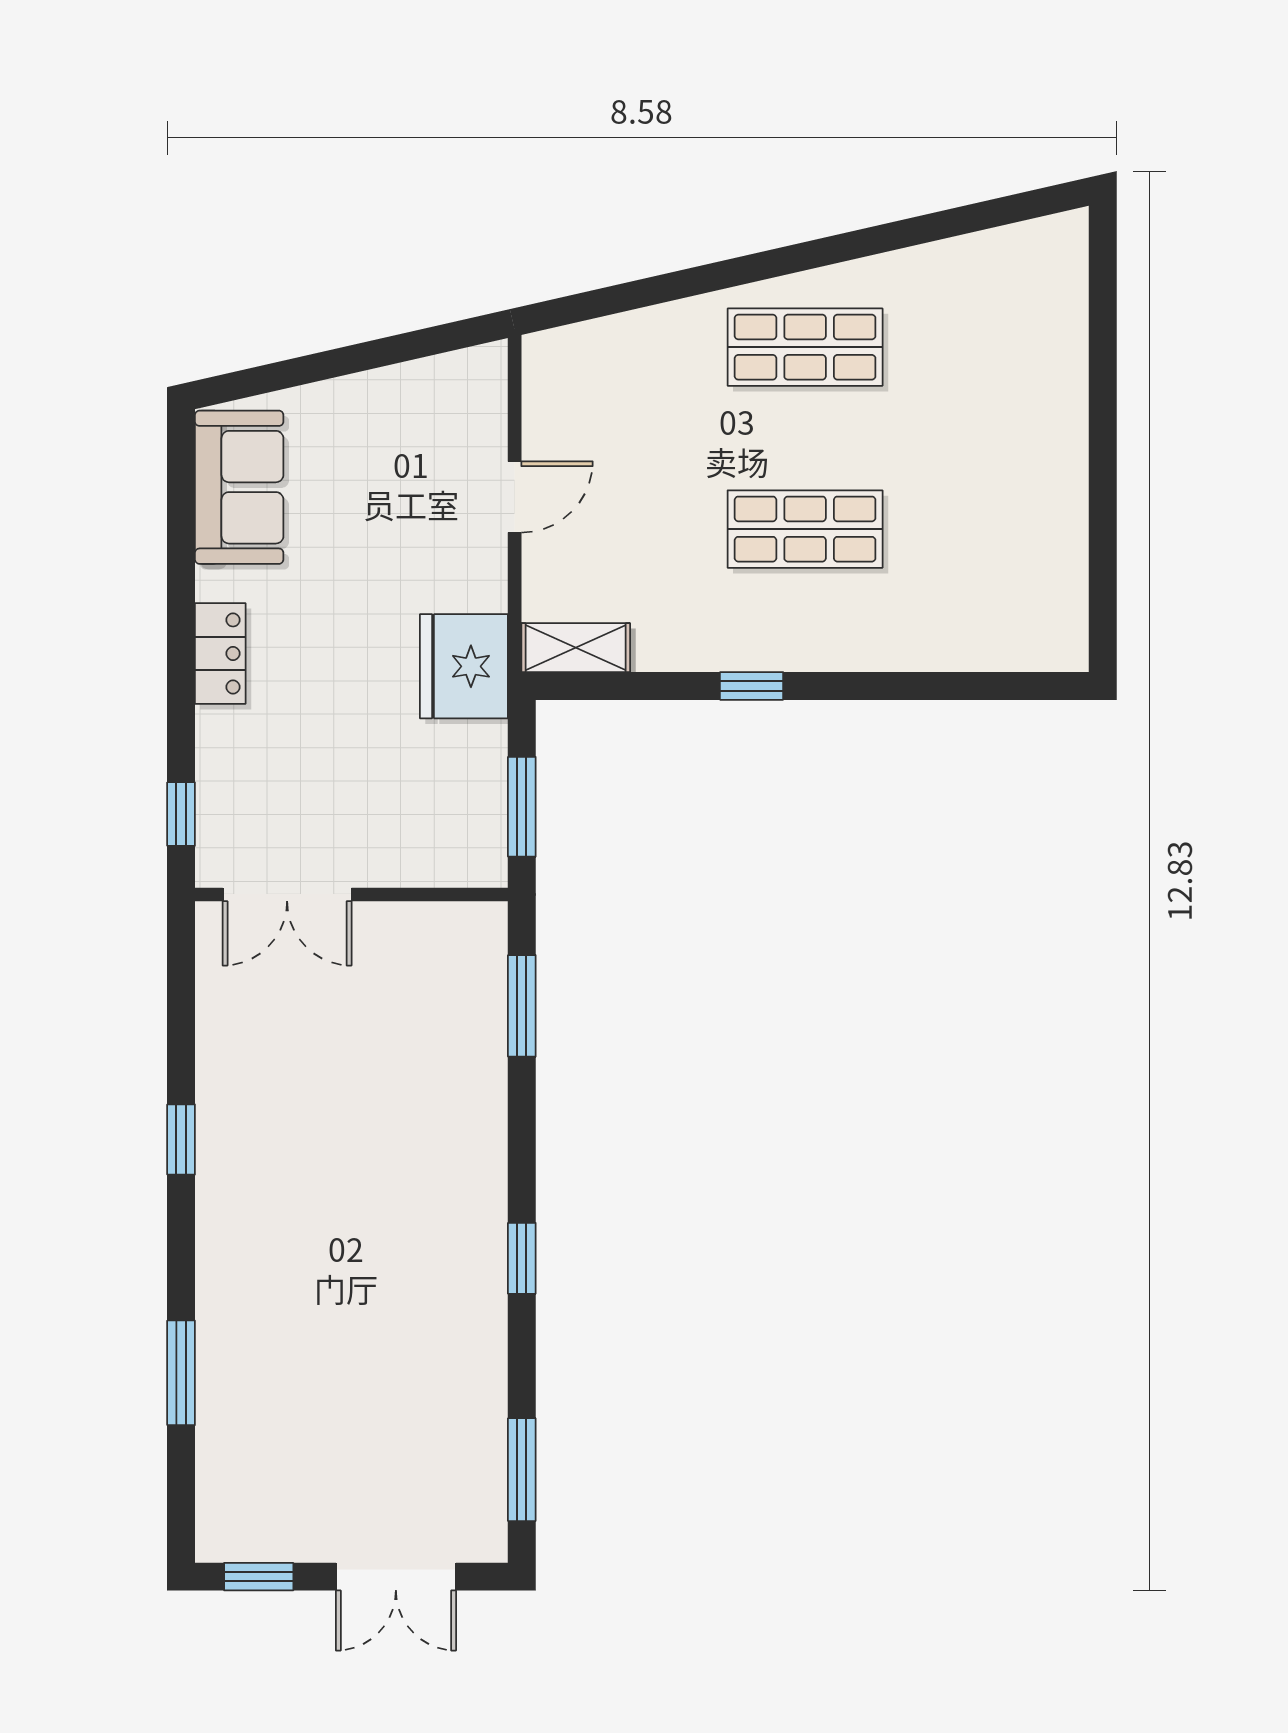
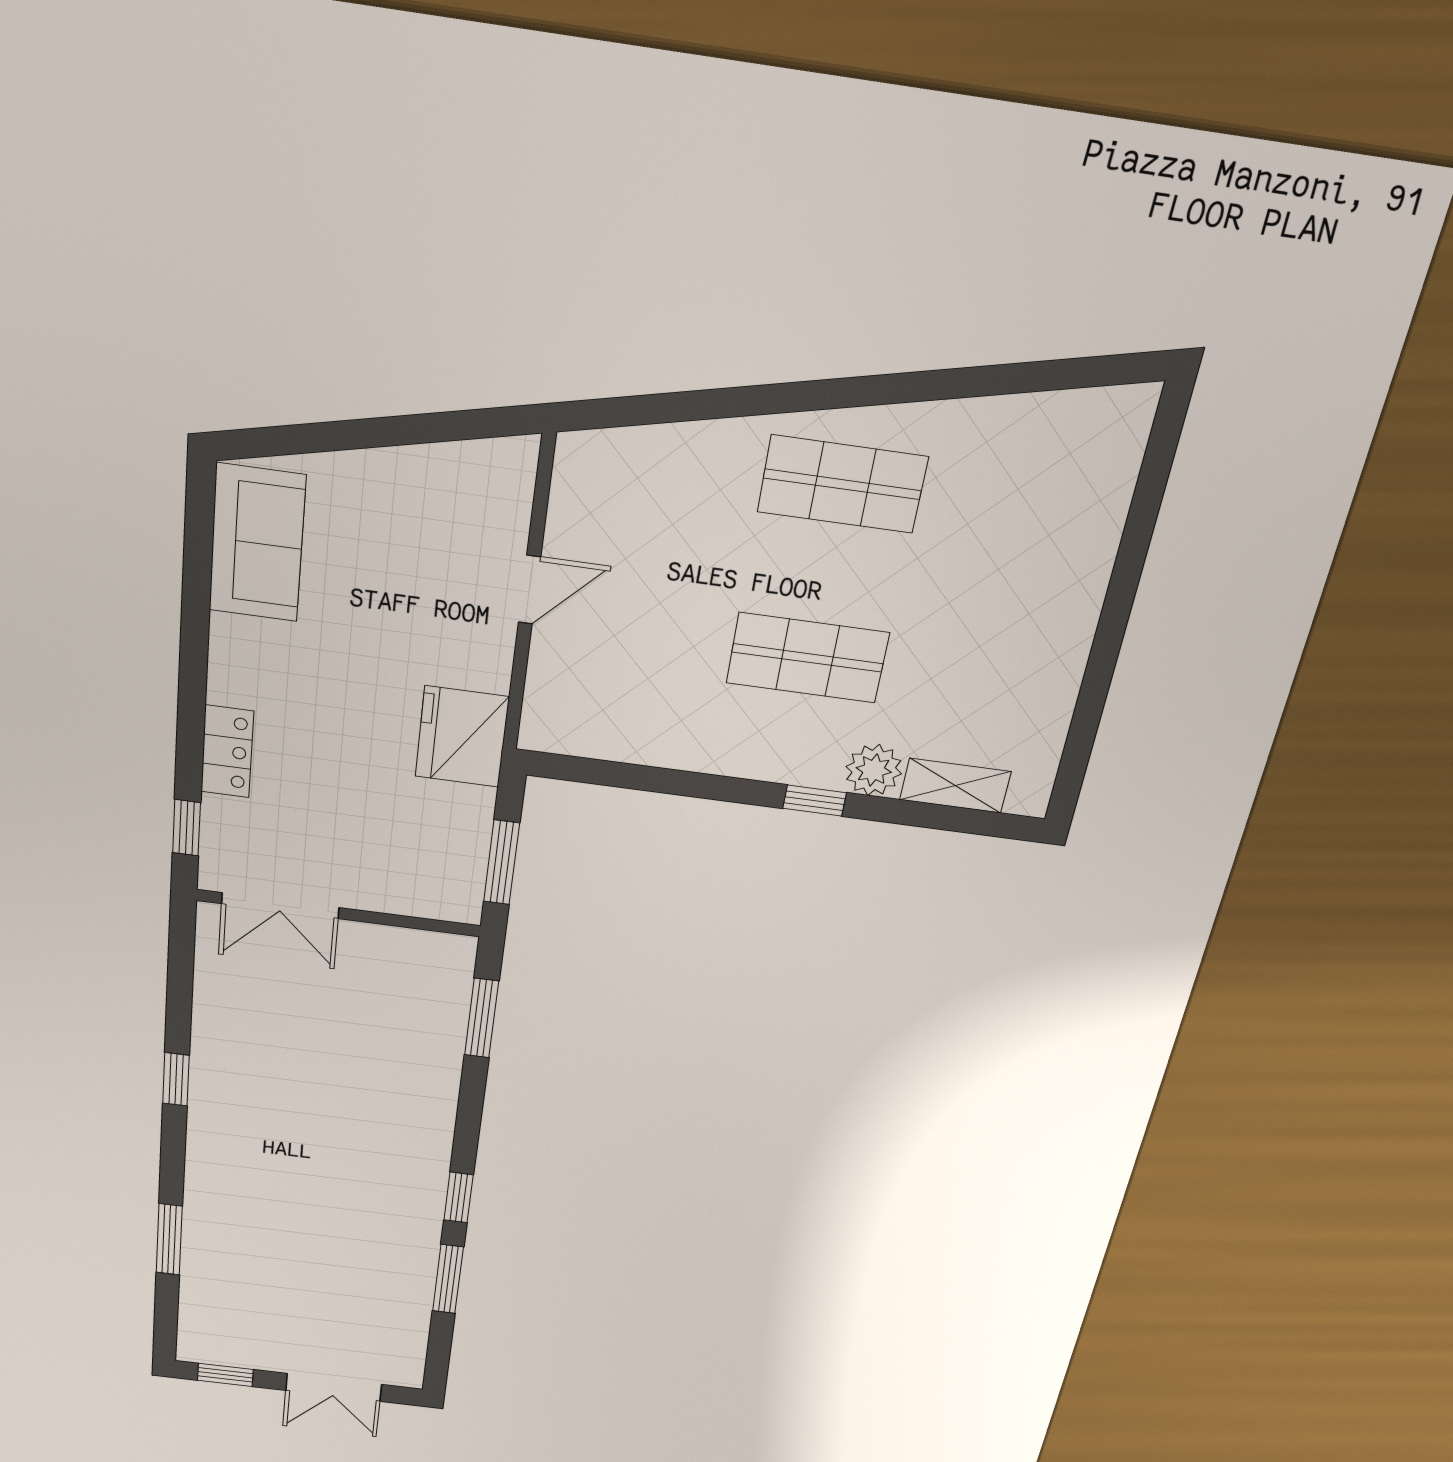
plant: (897, 642) -> (874, 770), added
shelving: (576, 648) -> (955, 786), moved
locker: (220, 653) -> (227, 752), moved
window: (752, 686) -> (815, 801), moved
window: (522, 1470) -> (448, 1279), moved

